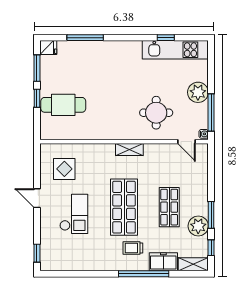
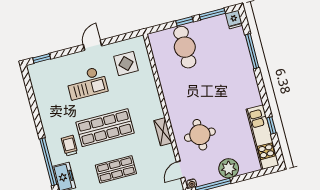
shelving: (129, 150) -> (163, 132), moved

